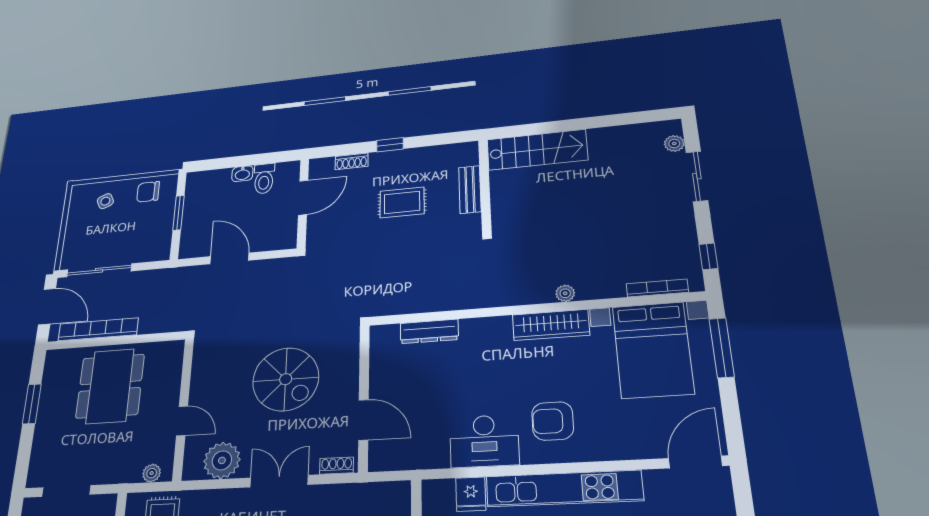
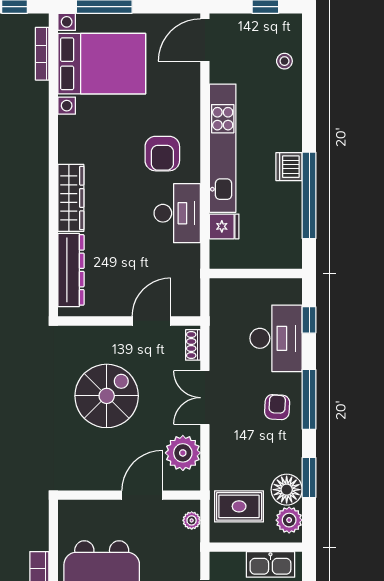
plant: (565, 293) -> (40, 135), removed
wardrobe: (551, 325) -> (71, 198), moved
dresser: (429, 331) -> (71, 270), width x1.37, depth x1.24
door: (182, 421) -> (142, 495), width x1.38
door: (695, 462) -> (205, 40), hinge flipped

